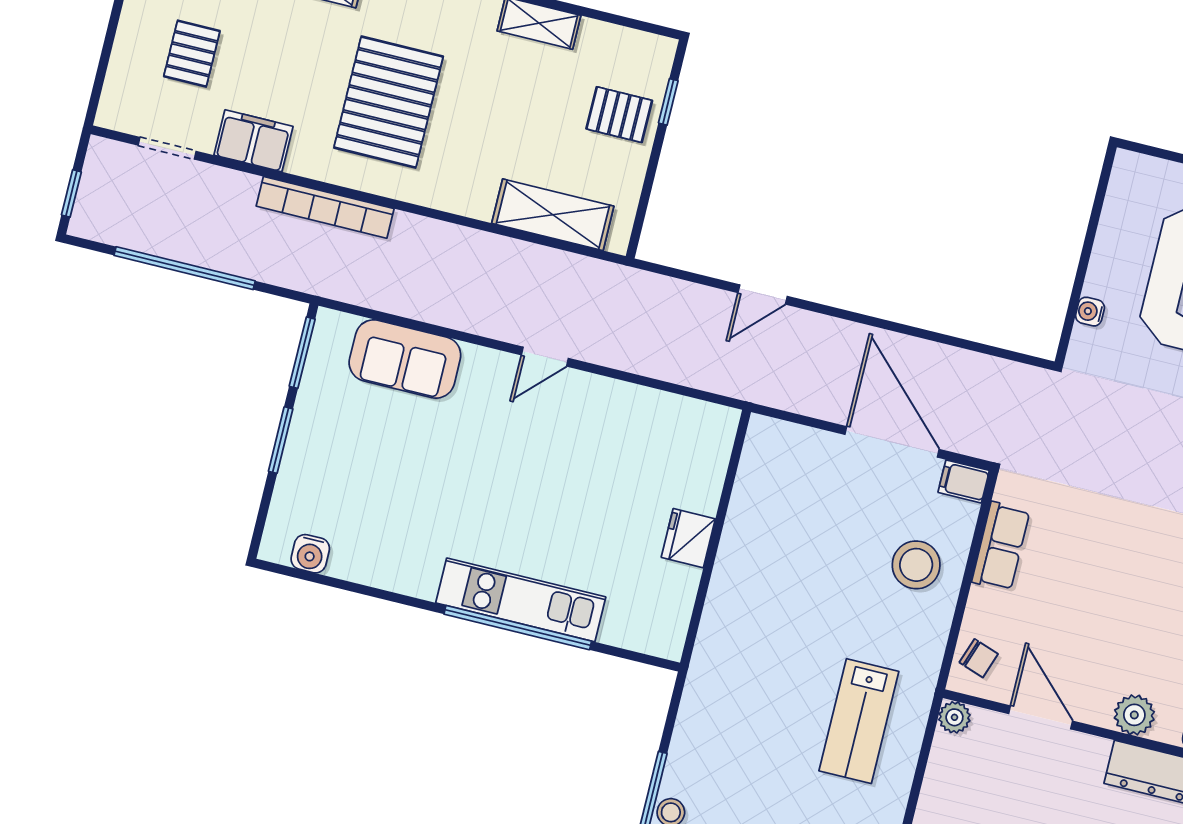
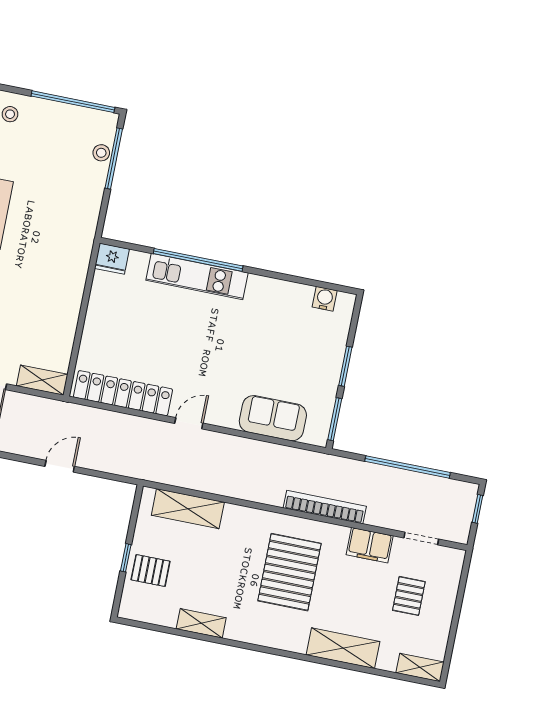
window: (668, 102) -> (126, 558), moved
locker: (652, 411) -> (123, 393), added
shelving: (786, 439) -> (42, 380), added
fridge: (688, 538) -> (112, 259), moved, turned 90

